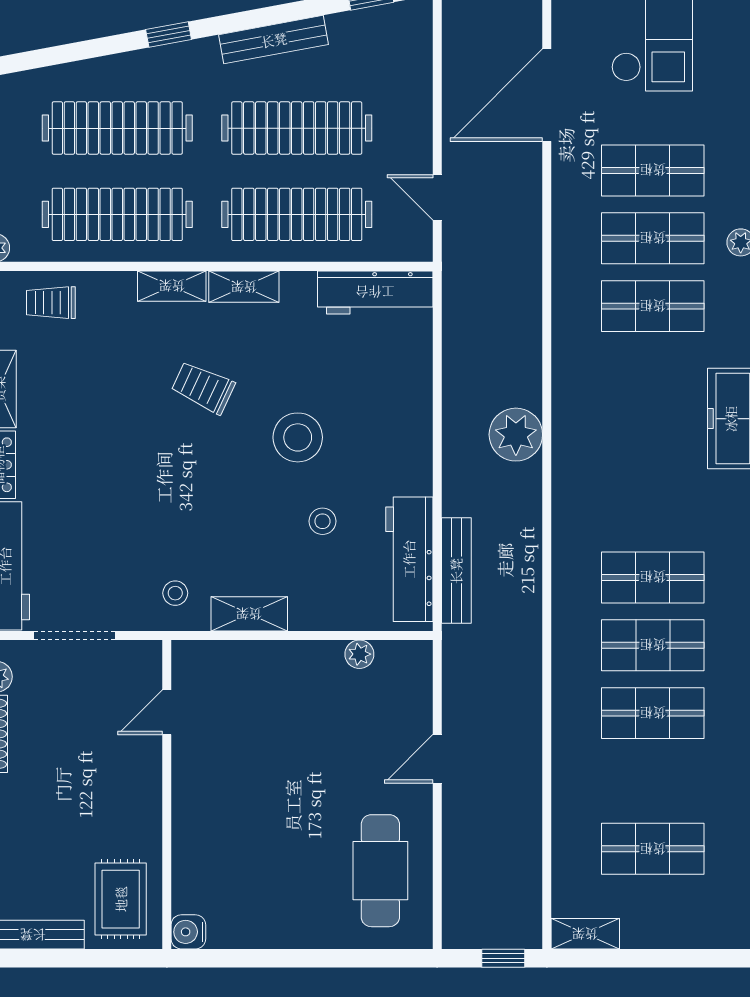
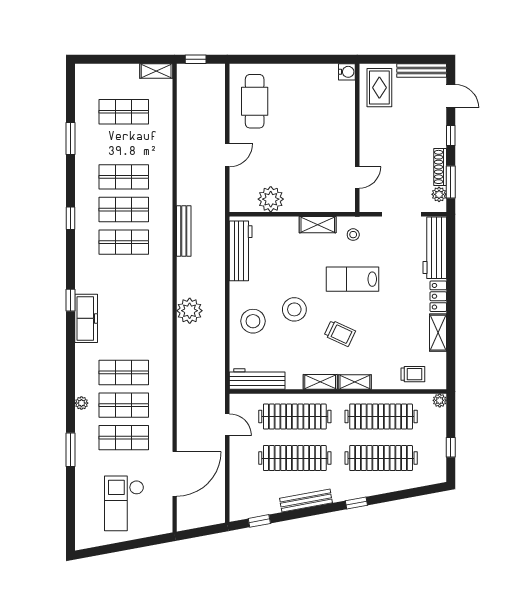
lab bench: (177, 500) -> (352, 279), added
stool: (322, 521) -> (253, 321), moved, width x1.89, depth x1.89
bench: (456, 571) -> (184, 231), moved
plant: (359, 654) -> (271, 199), width x1.87, depth x1.87

